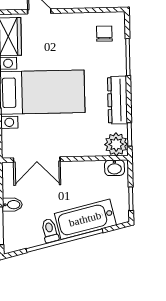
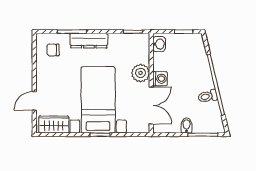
dresser: (117, 100) -> (89, 41), moved
plant: (116, 144) -> (141, 73), moved
washing machine: (71, 170) -> (160, 79), added
bathtub: (85, 219) -> (199, 68), removed

